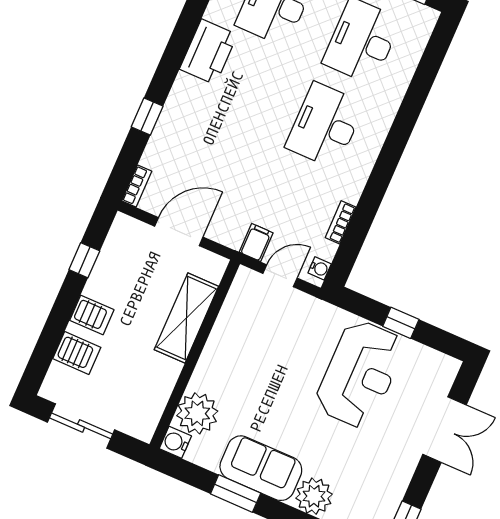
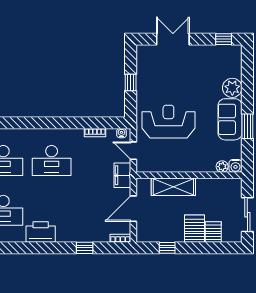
door: (179, 232) -> (133, 209), hinge flipped
filing cabinet: (256, 242) -> (122, 175), width x2.00
server rack: (92, 315) -> (194, 229), width x1.36, depth x1.44
reception desk: (360, 374) -> (168, 122), moved
plant: (197, 413) -> (222, 167), width x0.53, depth x0.53

